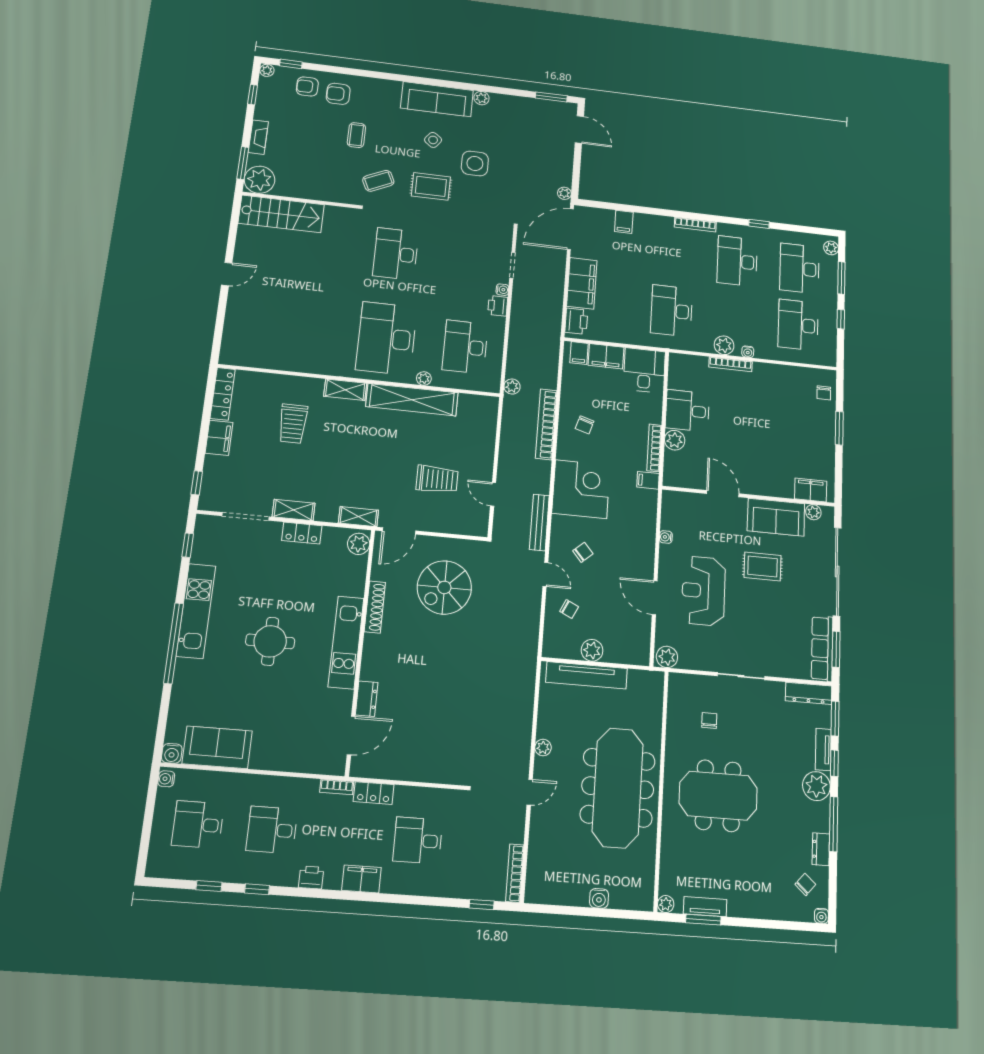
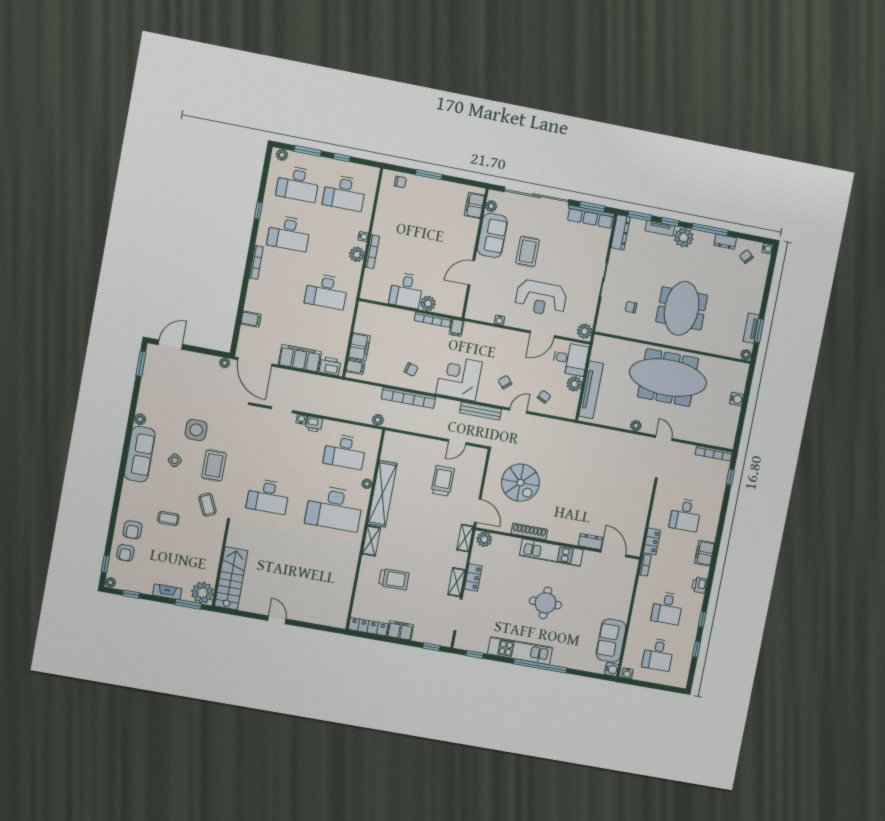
desk: (644, 370) -> (570, 359), moved, turned 180

